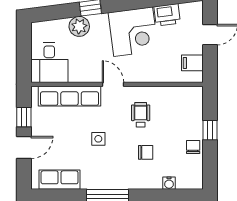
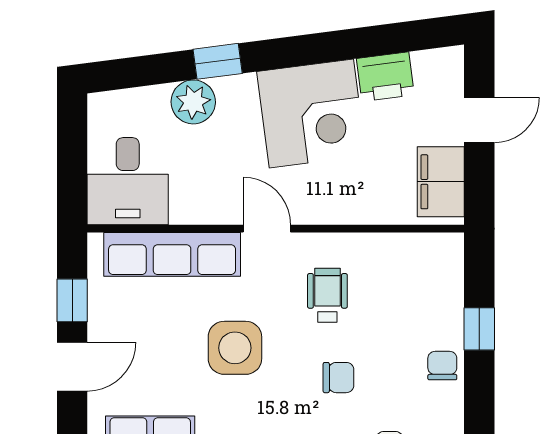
filing cabinet: (192, 63) -> (441, 182), width x2.00
side table: (98, 139) -> (235, 348), width x1.87, depth x1.87

